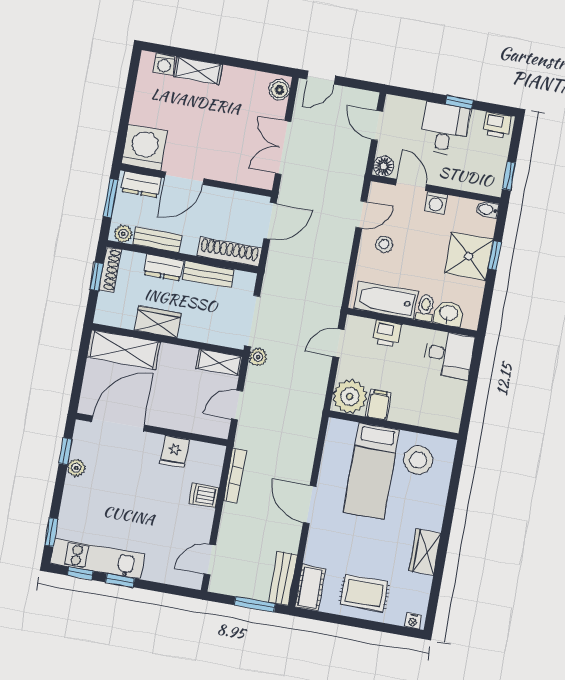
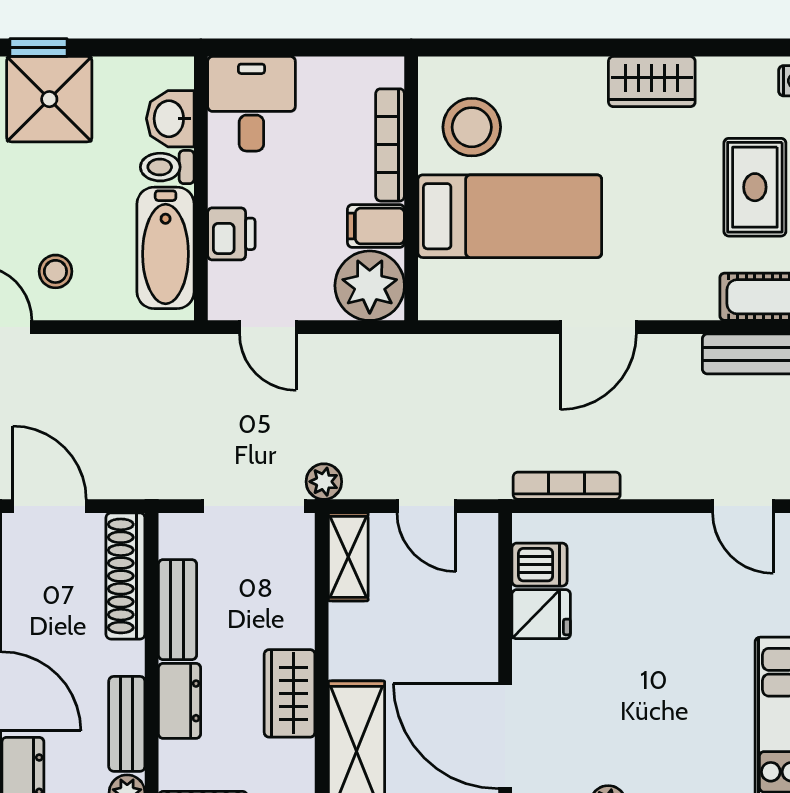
bookcase: (417, 419) -> (390, 145), added
dishwasher: (204, 495) -> (539, 565), moved, turned -90

